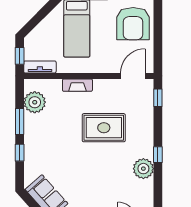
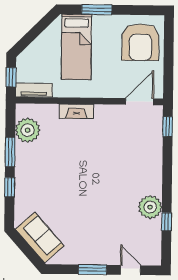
rug: (104, 128) -> (106, 160), removed
window: (158, 155) -> (167, 222), moved

